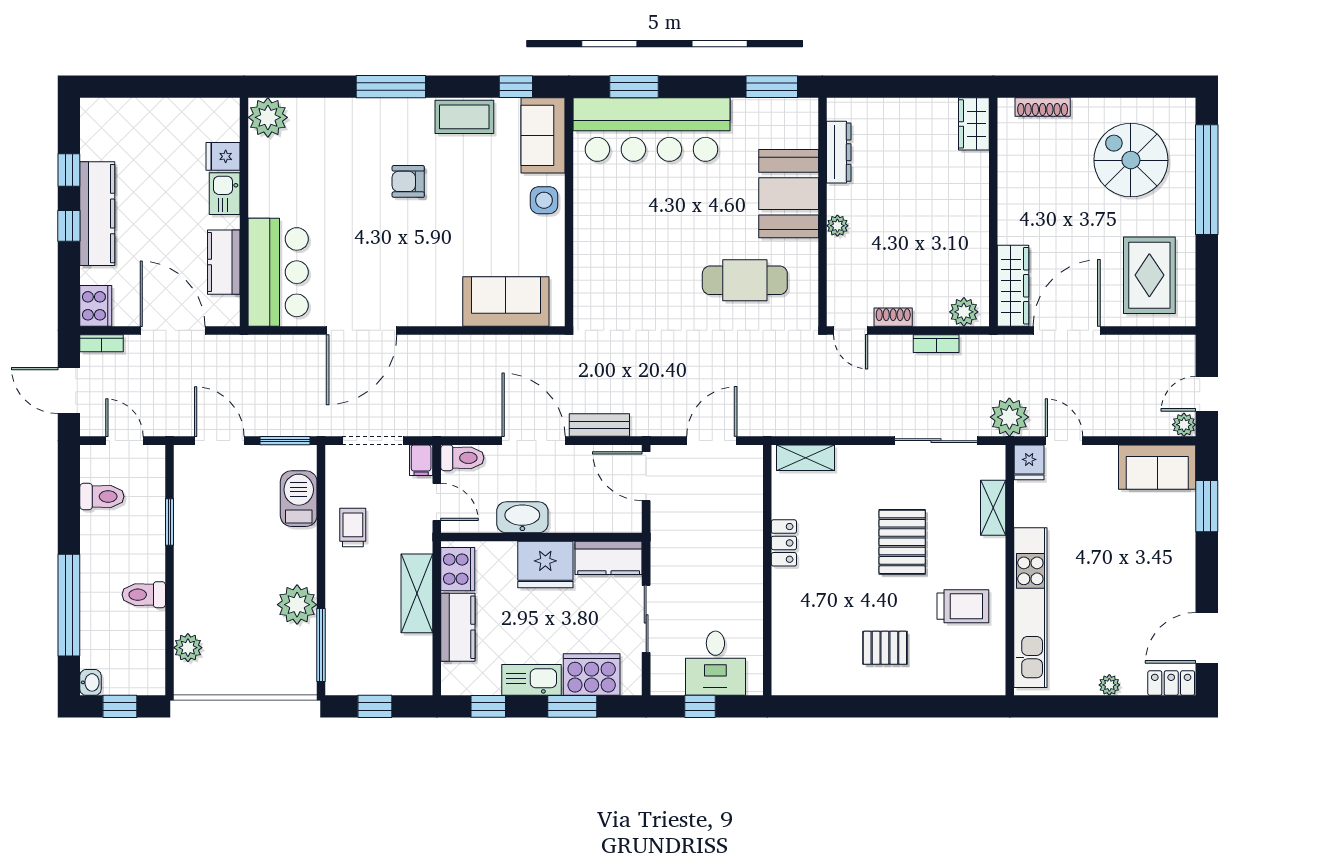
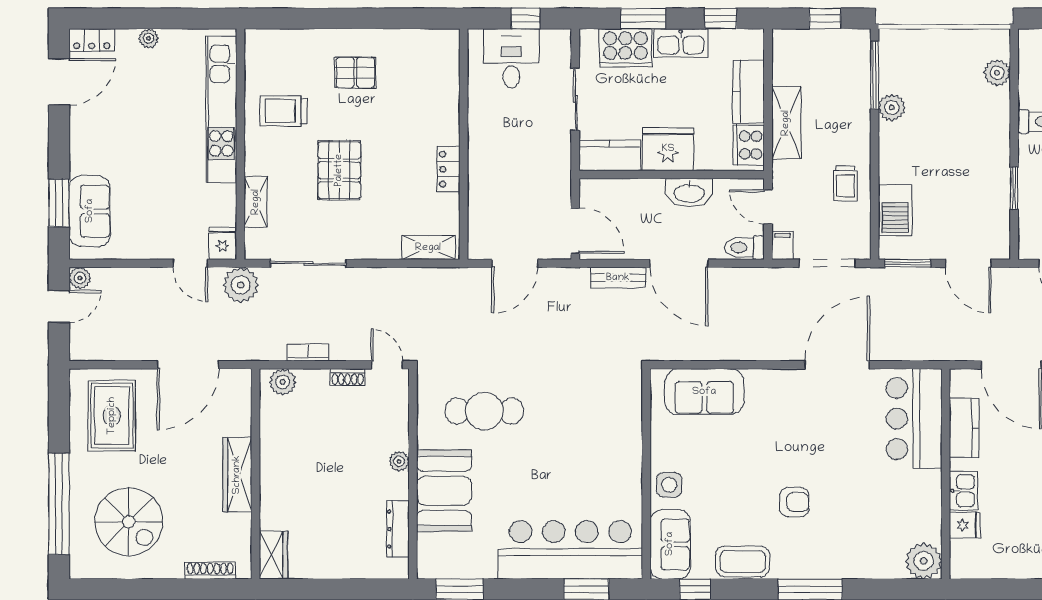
wardrobe: (1013, 286) -> (237, 475), moved
sofa: (1157, 467) -> (90, 211), moved, turned 90
plant: (297, 605) -> (892, 107), width x0.73, depth x0.73

